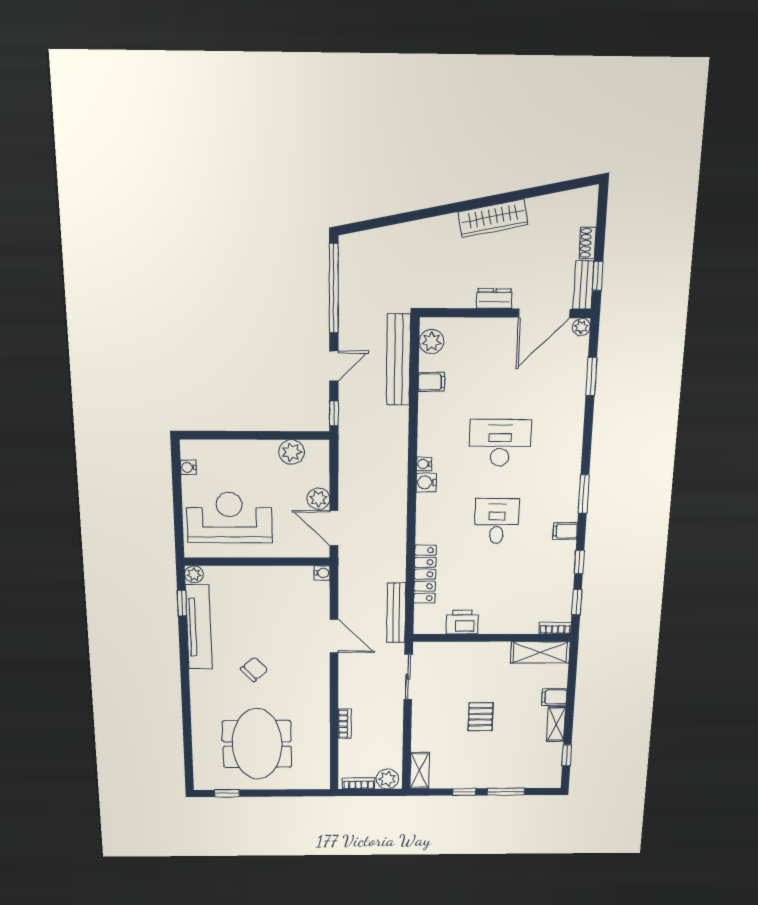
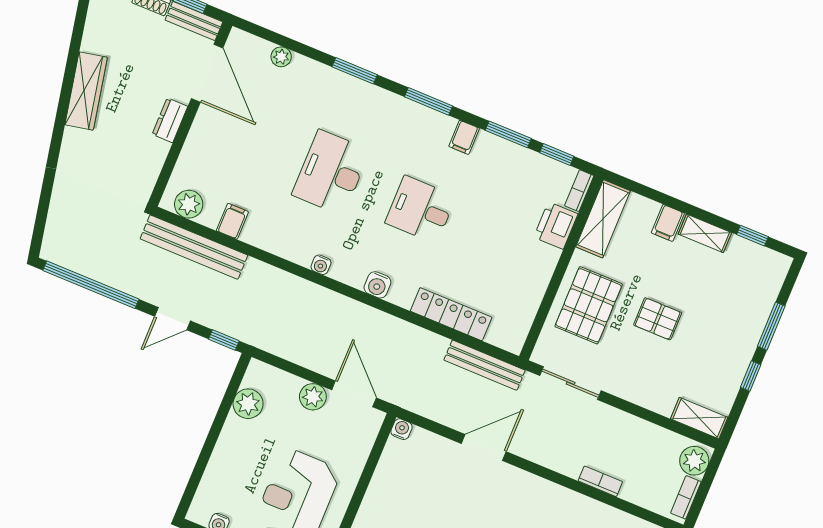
plant: (581, 327) -> (281, 57), moved
door: (334, 366) -> (173, 319), swing flipped
window: (591, 377) -> (355, 71), moved
water cooler: (426, 482) -> (377, 285), moved
door: (334, 528) -> (354, 394), swing flipped
window: (579, 562) -> (508, 134), width x1.50
printer: (462, 622) -> (556, 226), moved
pallet: (471, 667) -> (589, 305), added

